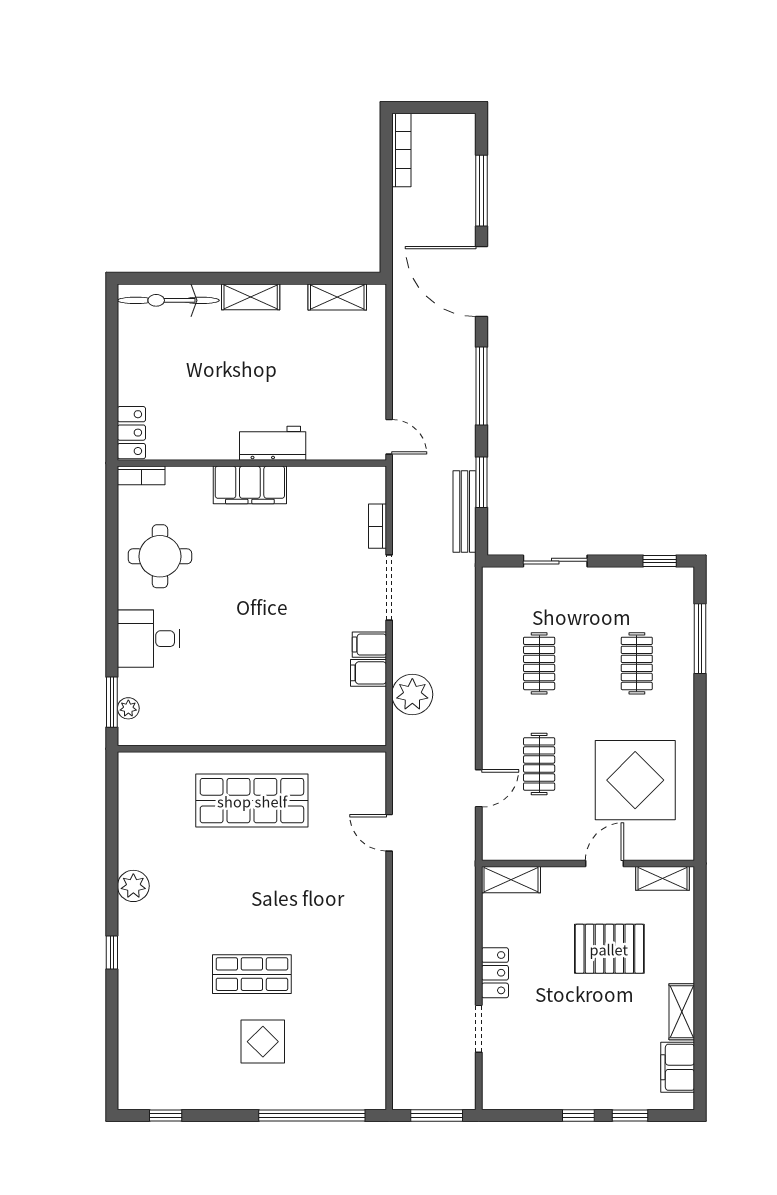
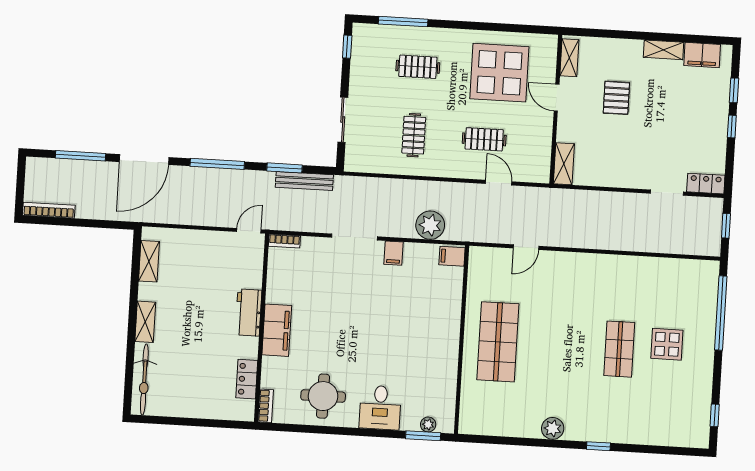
locker: (131, 433) -> (247, 379), moved, turned -90
bookcase: (377, 526) -> (284, 241), moved
clothes rail: (539, 663) -> (414, 135), turned 90
filing cabinet: (368, 673) -> (452, 256), moved, turned 90
pallet: (609, 949) -> (616, 98), width x0.67, depth x0.71
locker: (495, 973) -> (706, 184), moved
window: (437, 1116) -> (726, 226), width x0.67

